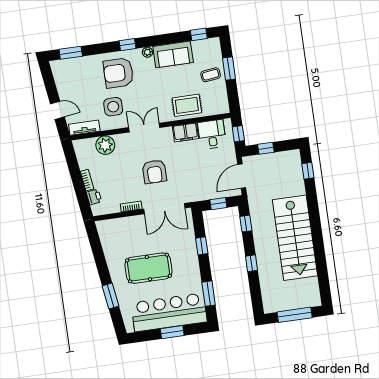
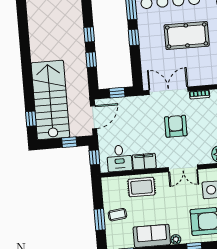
window: (246, 224) -> (91, 60), moved
stairs: (295, 238) -> (50, 100), moved
window: (202, 246) -> (134, 37), moved

